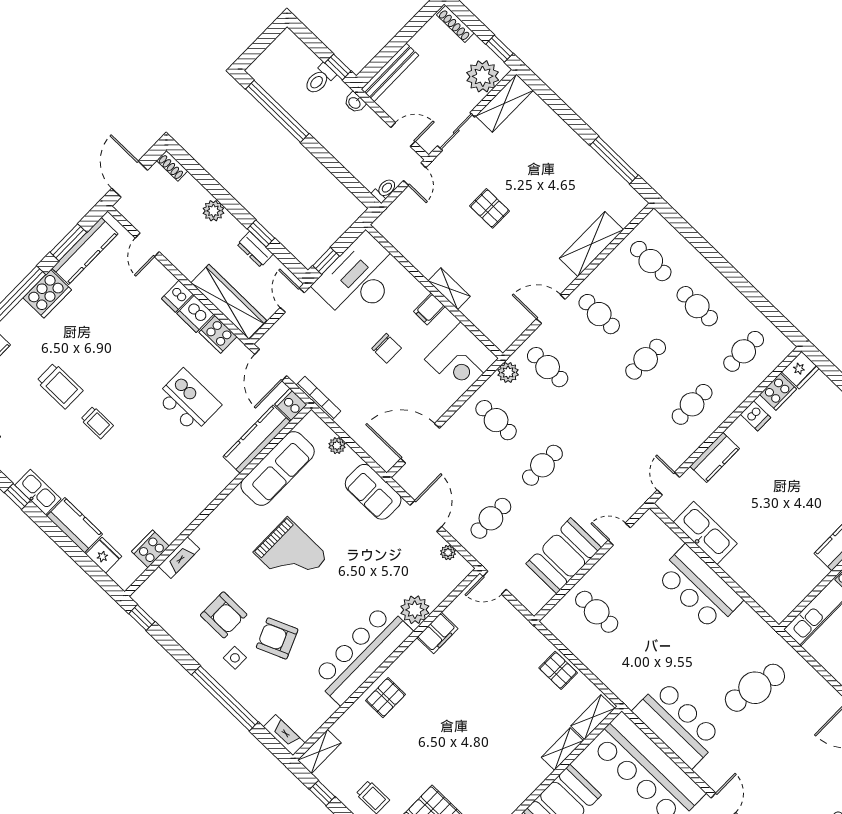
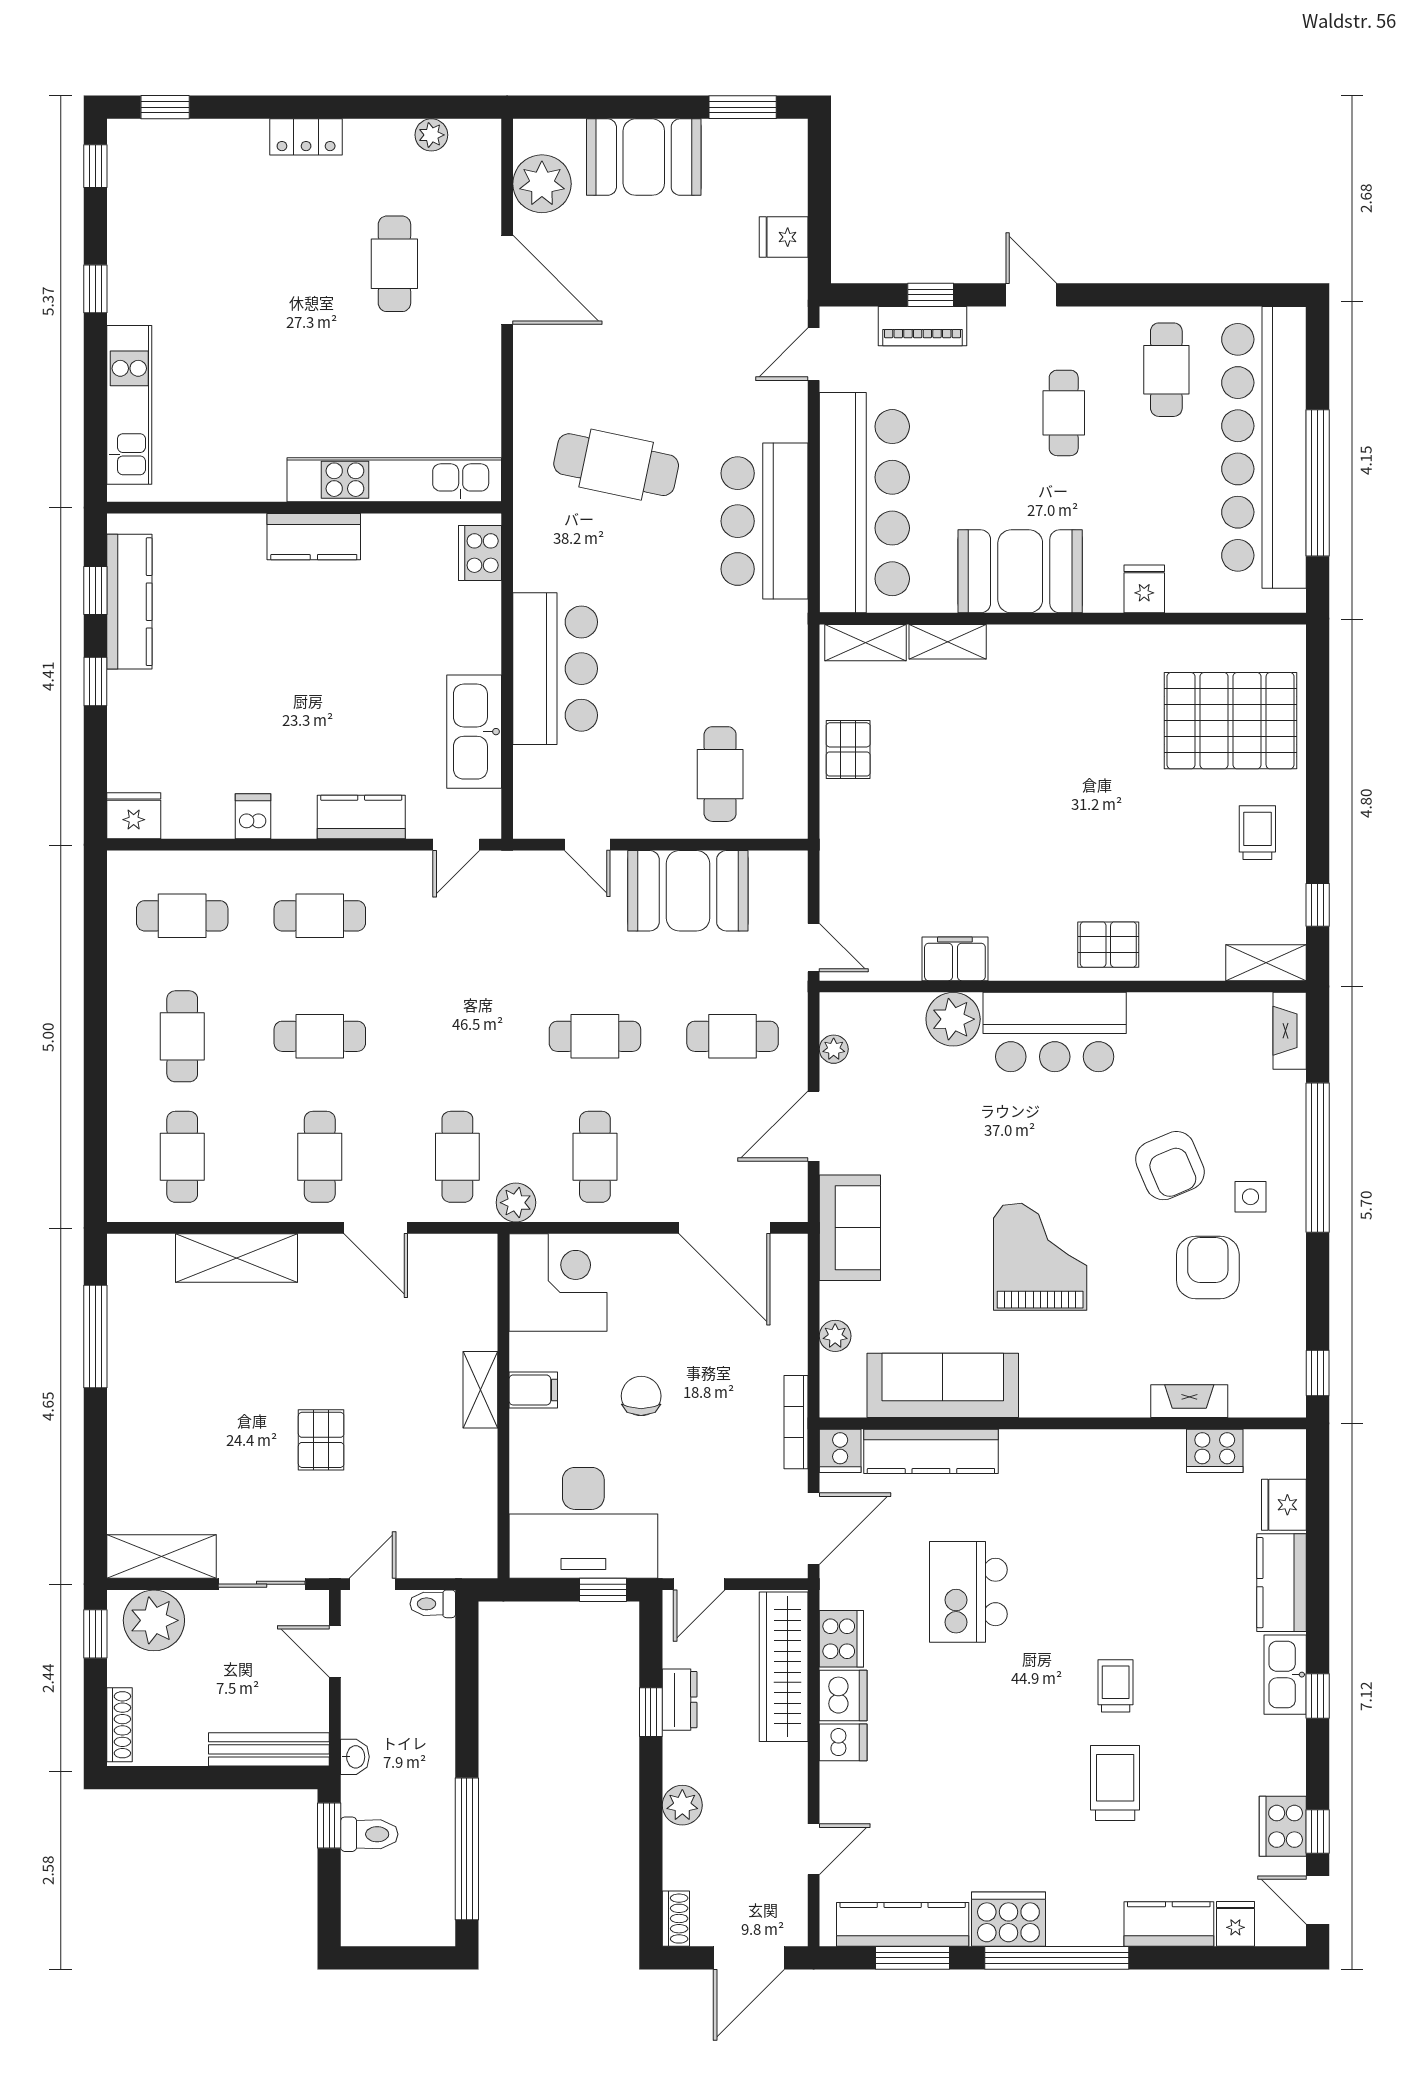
cooker: (778, 392) -> (480, 553), moved, turned -90
bar counter: (362, 654) -> (1055, 1032), width x0.73

